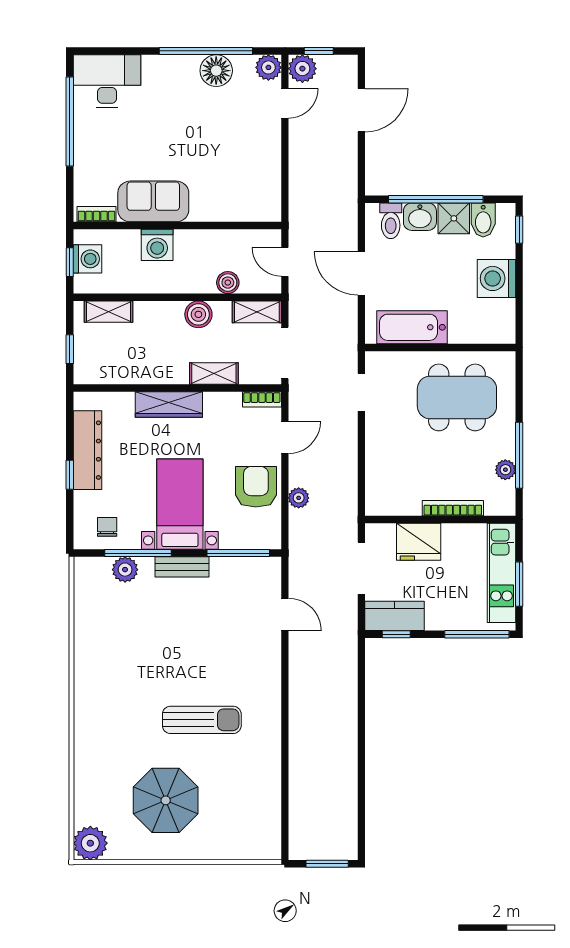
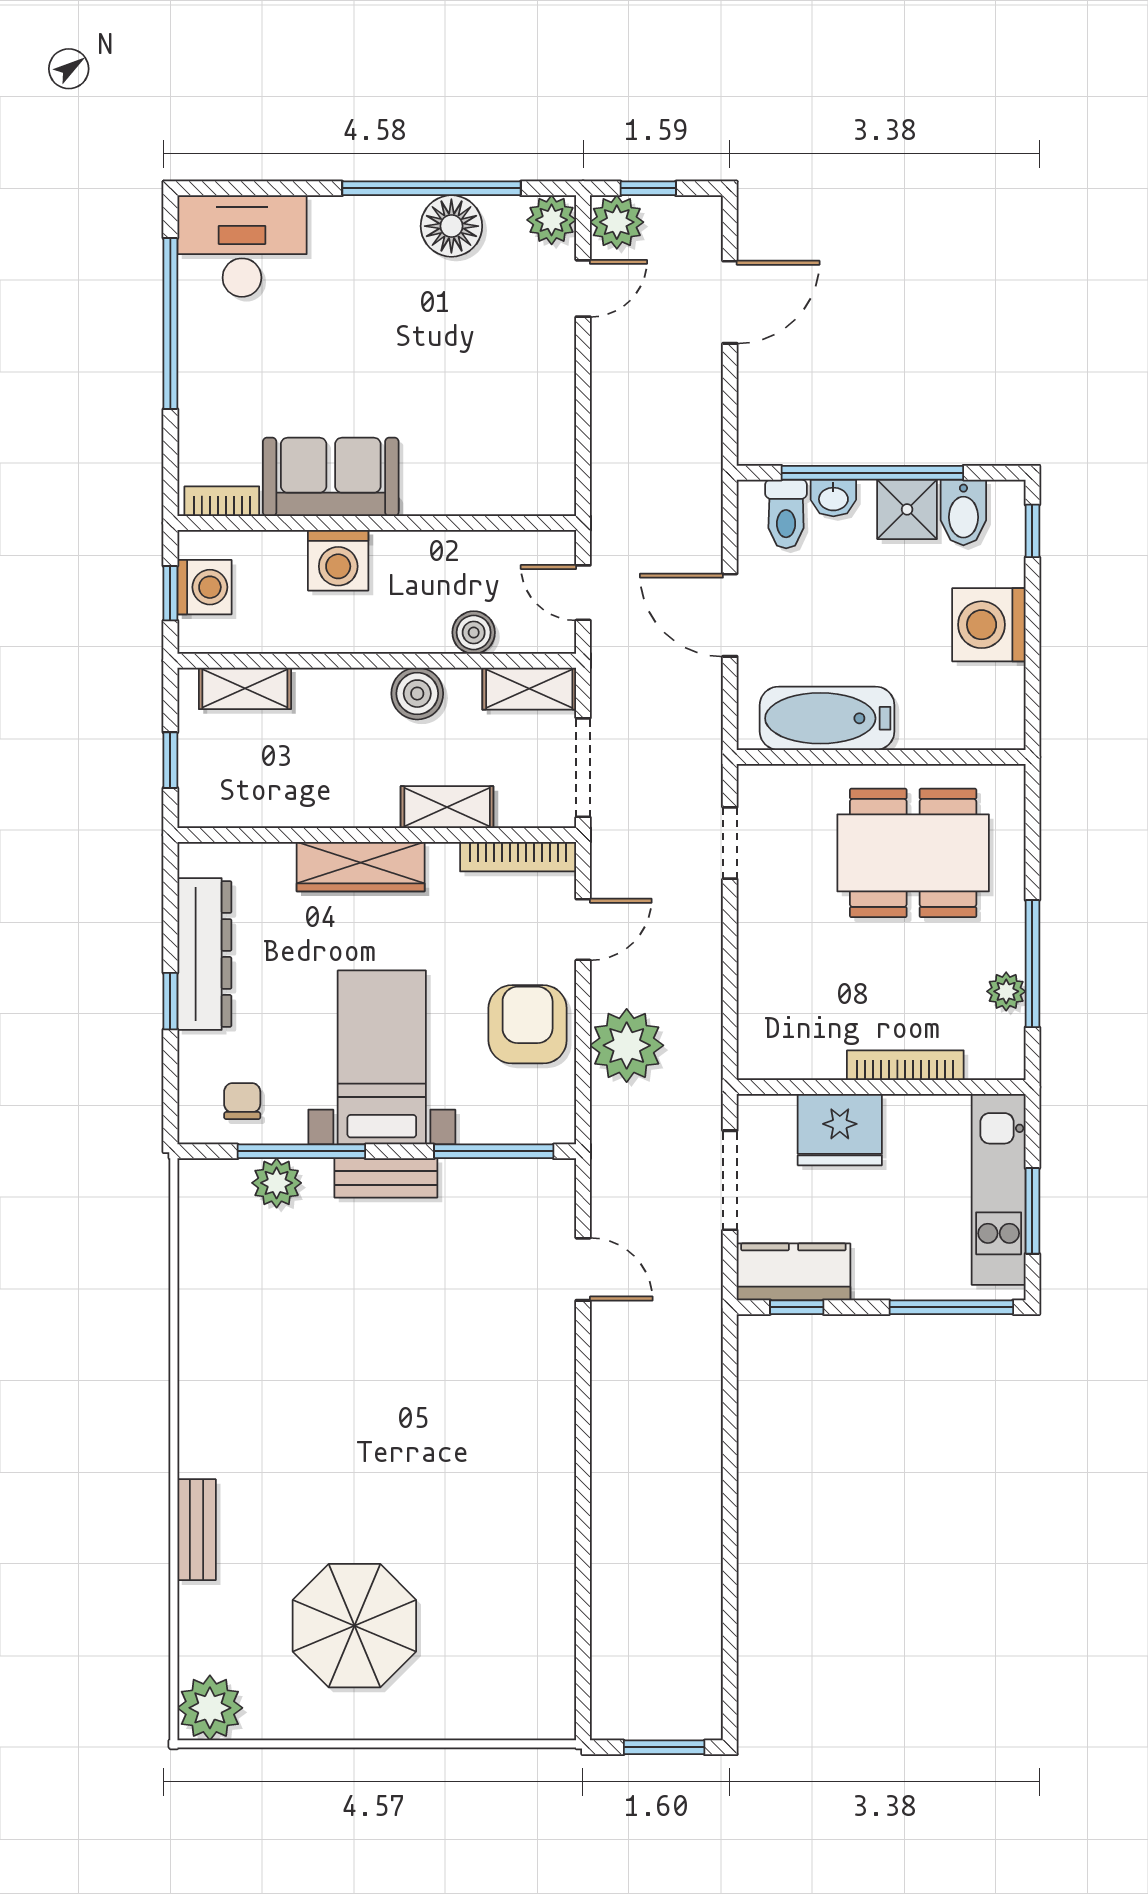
washbasin: (420, 217) -> (833, 498), width x0.72, depth x0.69
bookcase: (262, 399) -> (518, 857), width x1.56
plant: (299, 498) -> (627, 1045), width x1.87, depth x1.87
sun lounger: (202, 720) -> (424, 1471), removed
bench: (83, 750) -> (197, 1530), added

